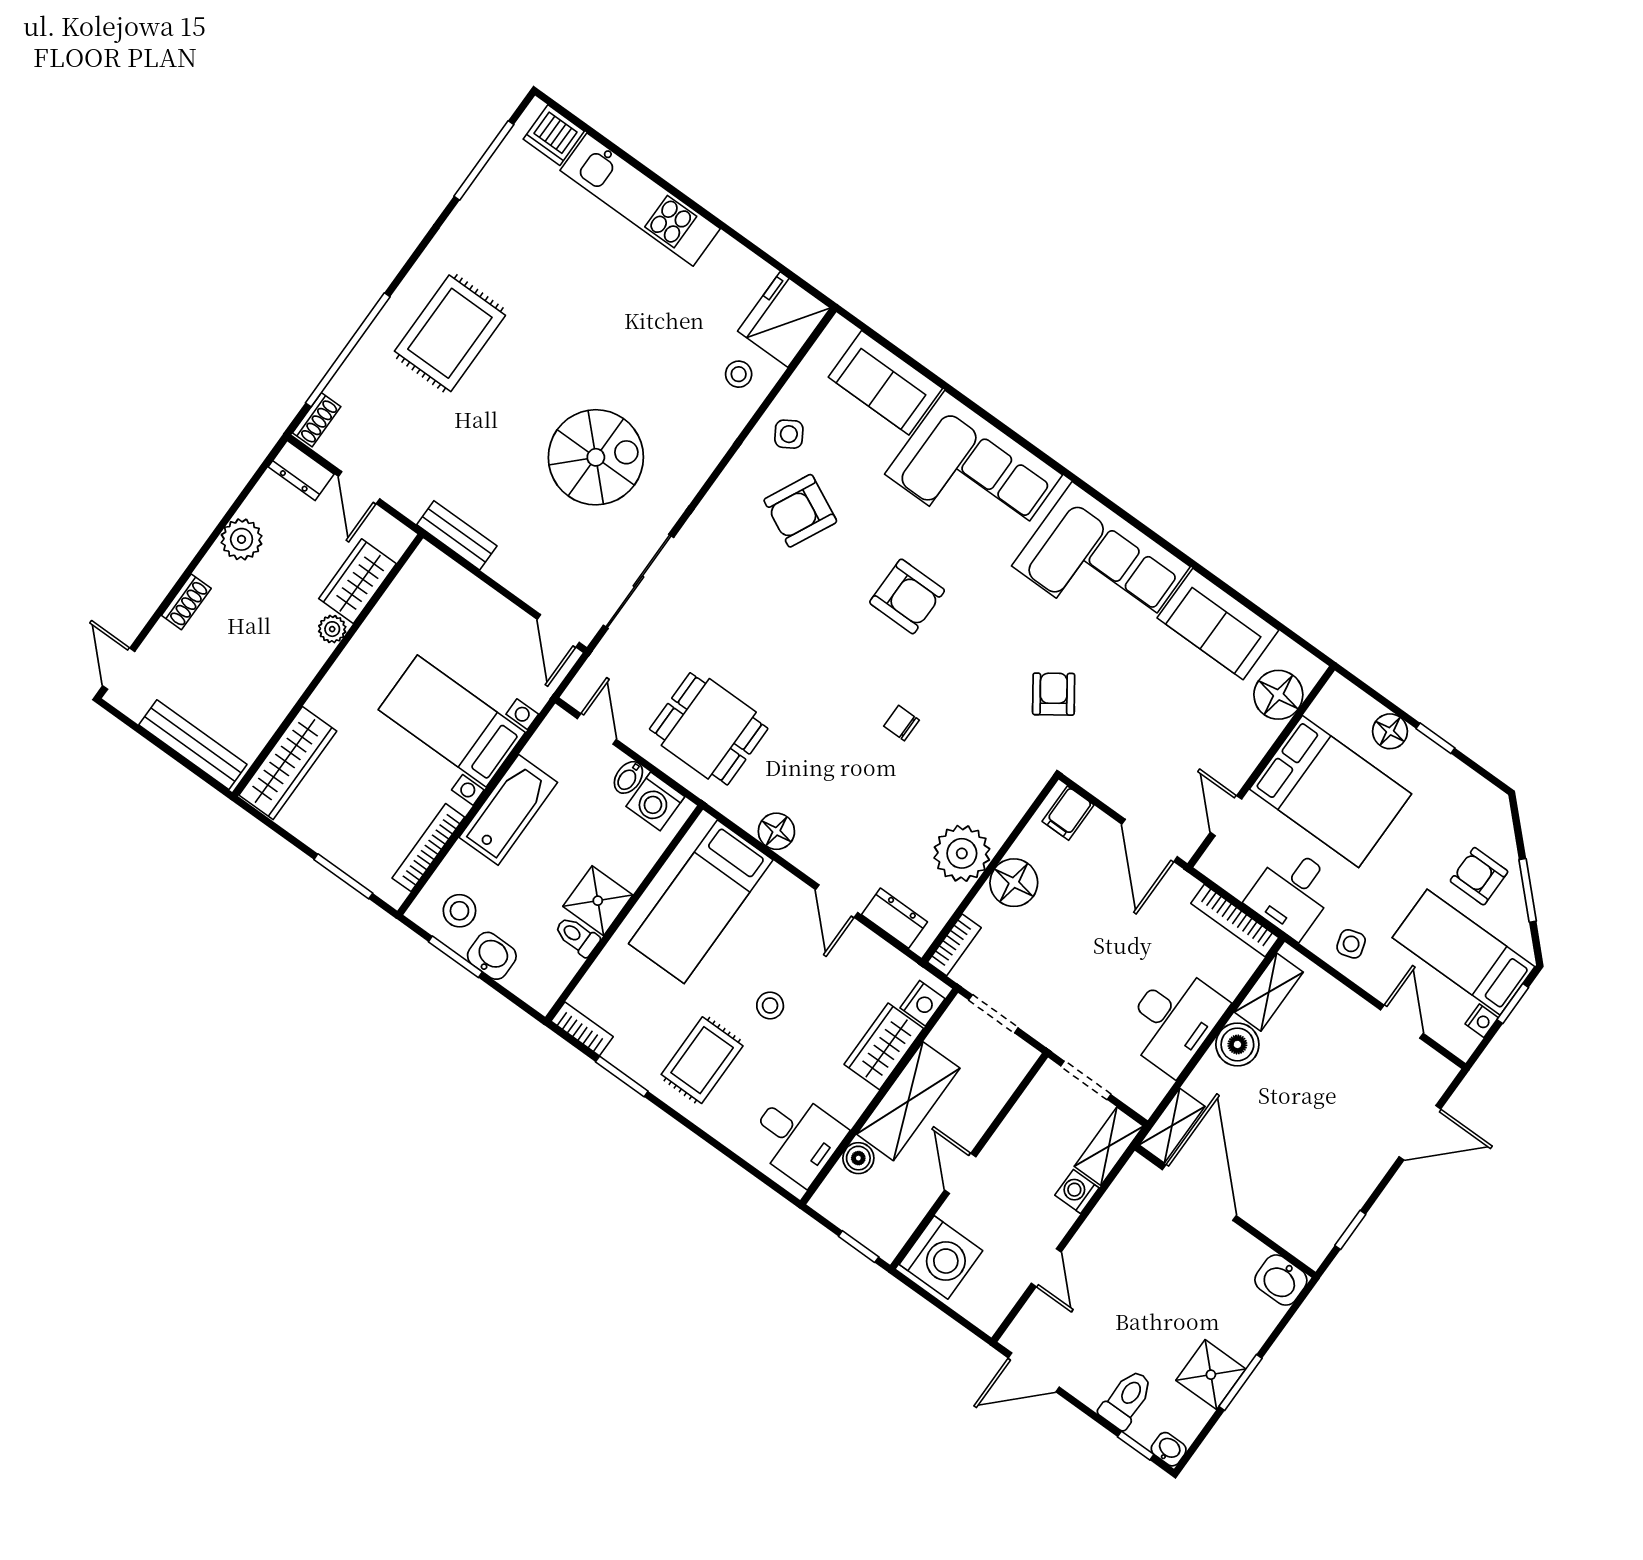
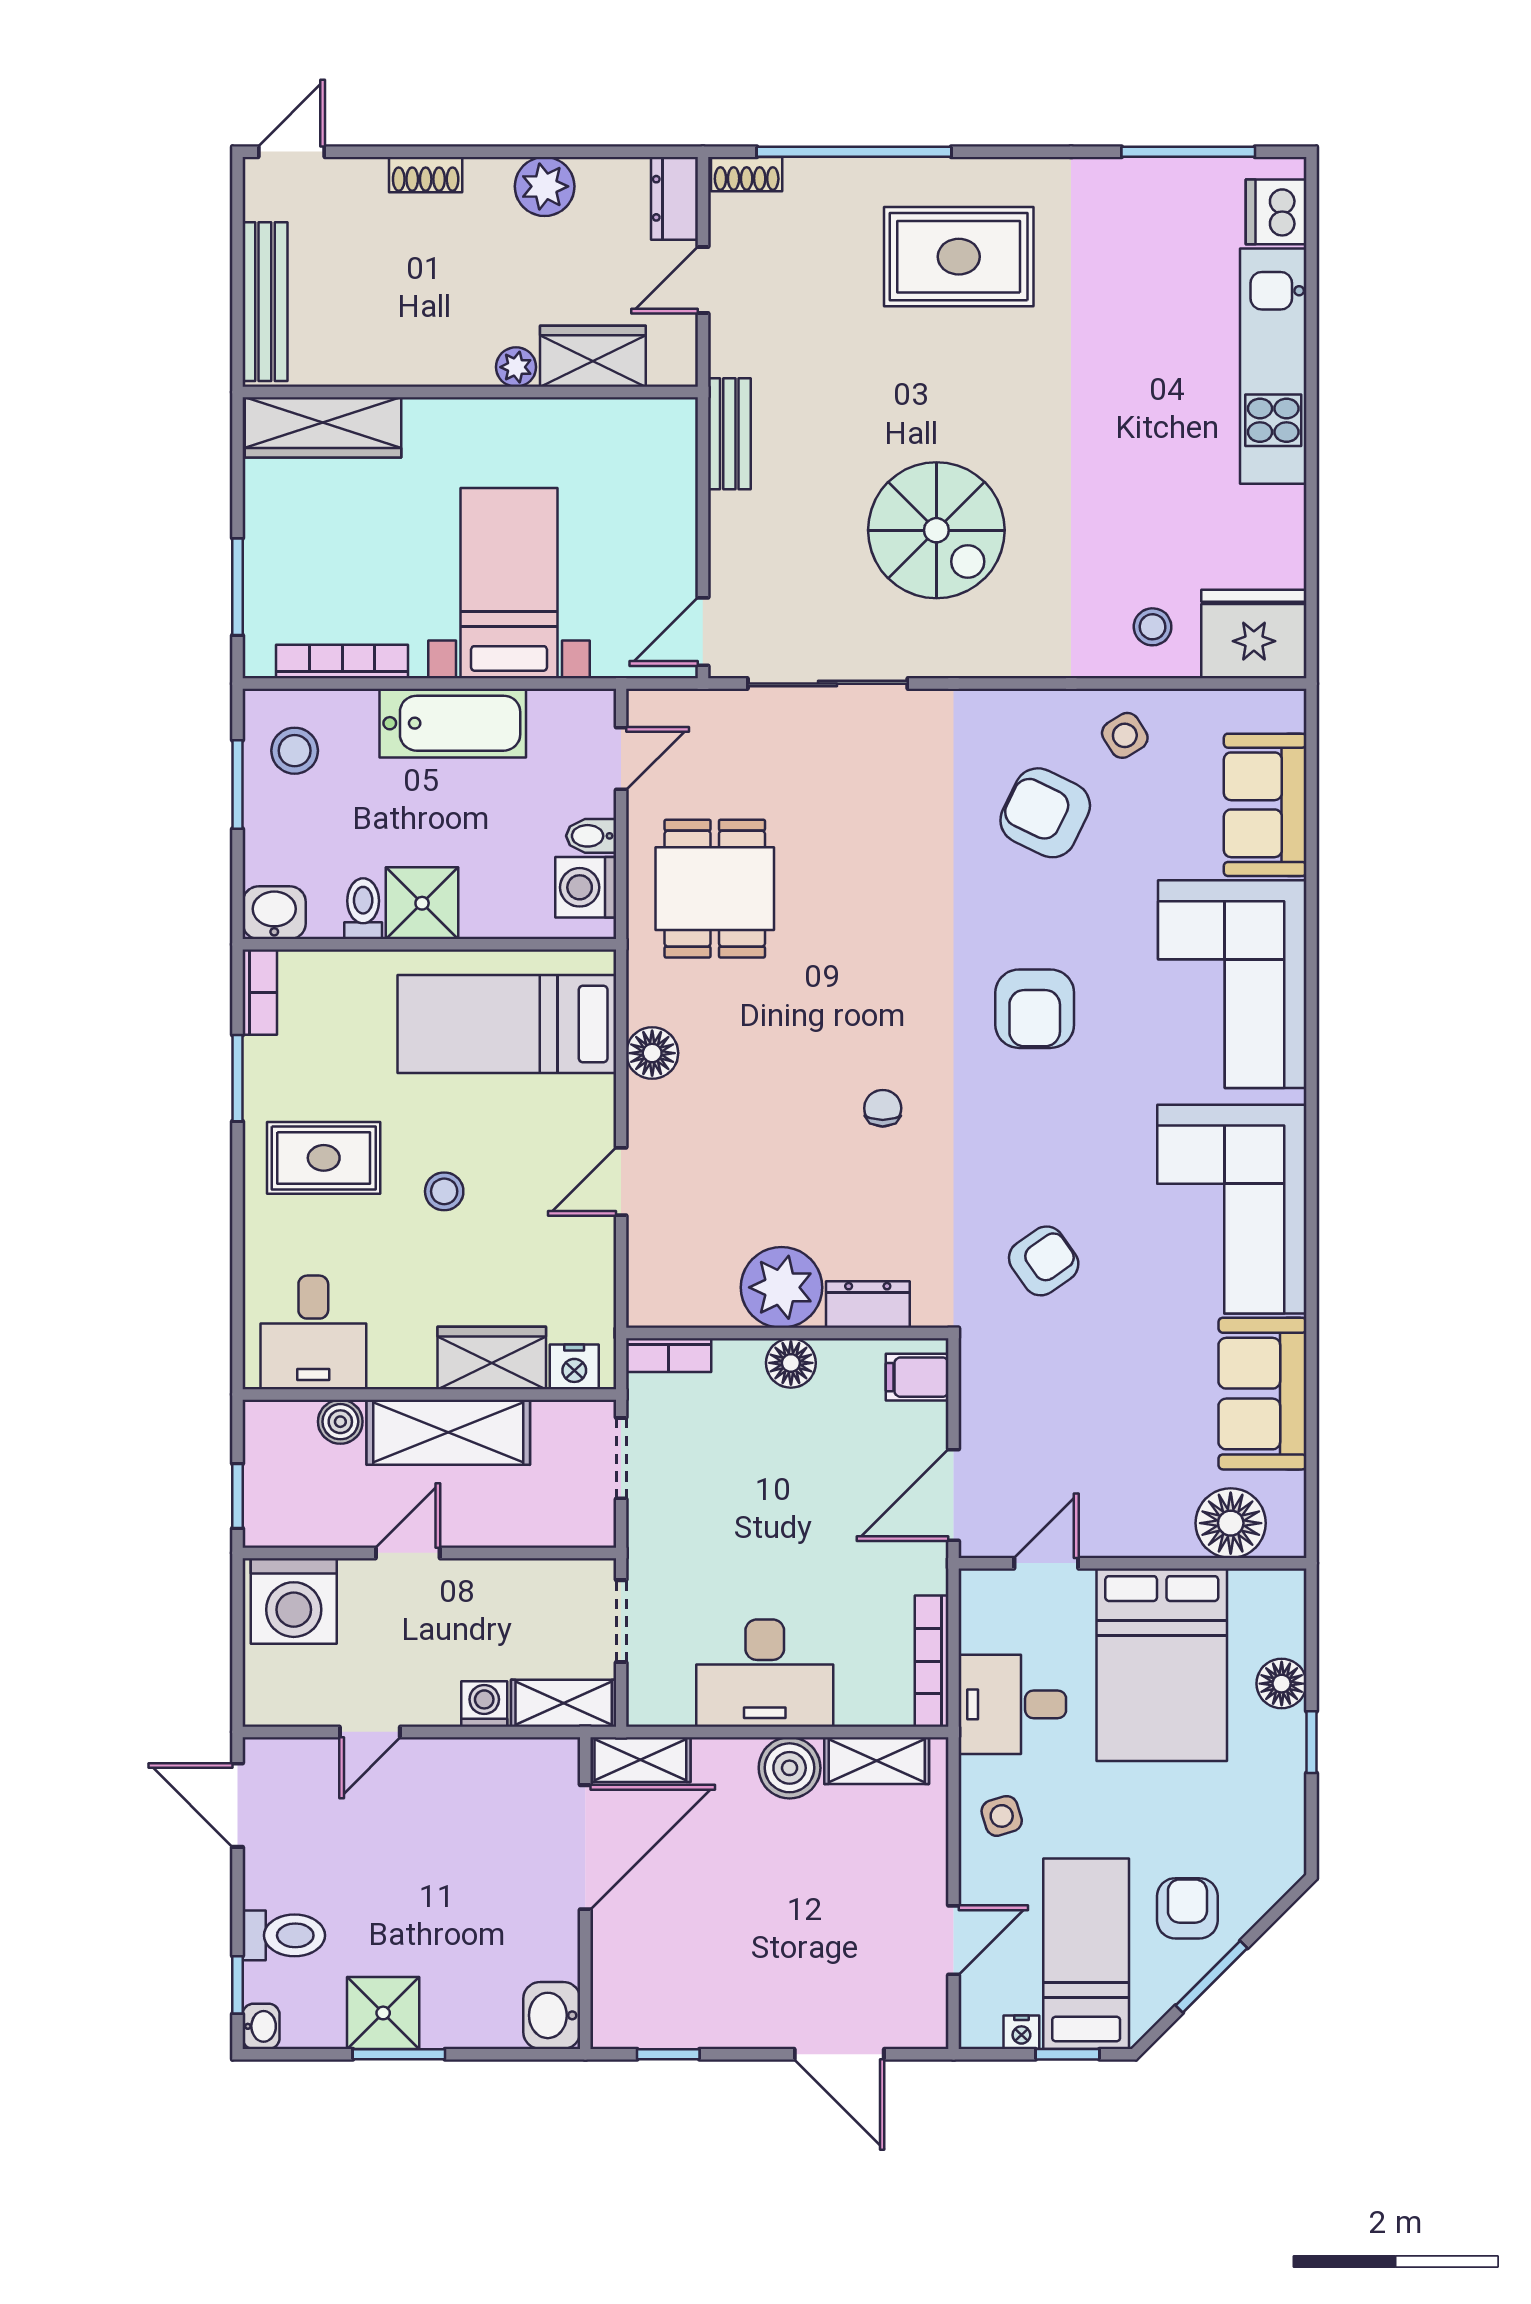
floor lamp: (1014, 883) -> (791, 1363), width x0.73, depth x0.73
dresser: (894, 918) -> (868, 1304), moved, turned -90
washbasin: (492, 956) -> (274, 913), moved, turned -90

